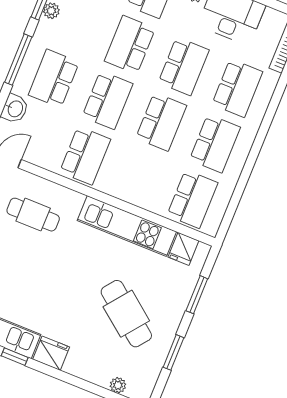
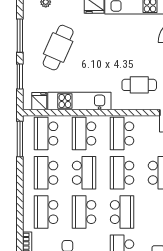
school desk: (161, 122) -> (84, 173), turned 180
school desk: (139, 177) -> (84, 134), added
window: (233, 206) -> (20, 139), added
cafe table: (126, 314) -> (58, 48), turned 76
window: (174, 352) -> (20, 36), width x1.44

